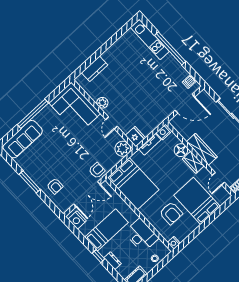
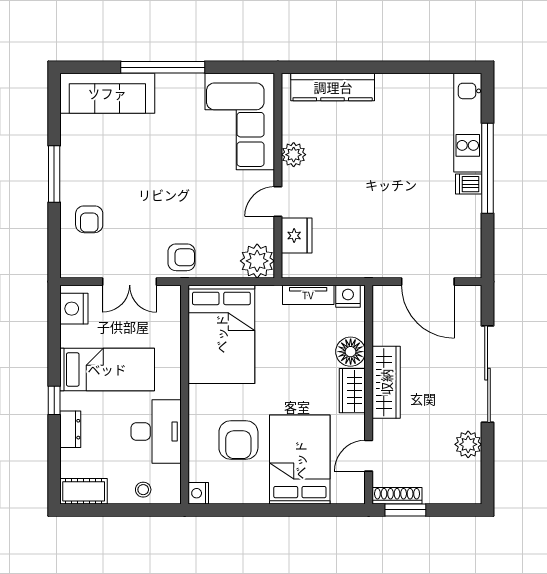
kitchen counter: (95, 69) -> (333, 87), width x1.50
dishwasher: (189, 81) -> (469, 184), moved
fridge: (135, 137) -> (297, 236), moved
double door: (87, 194) -> (130, 282), width x0.73

